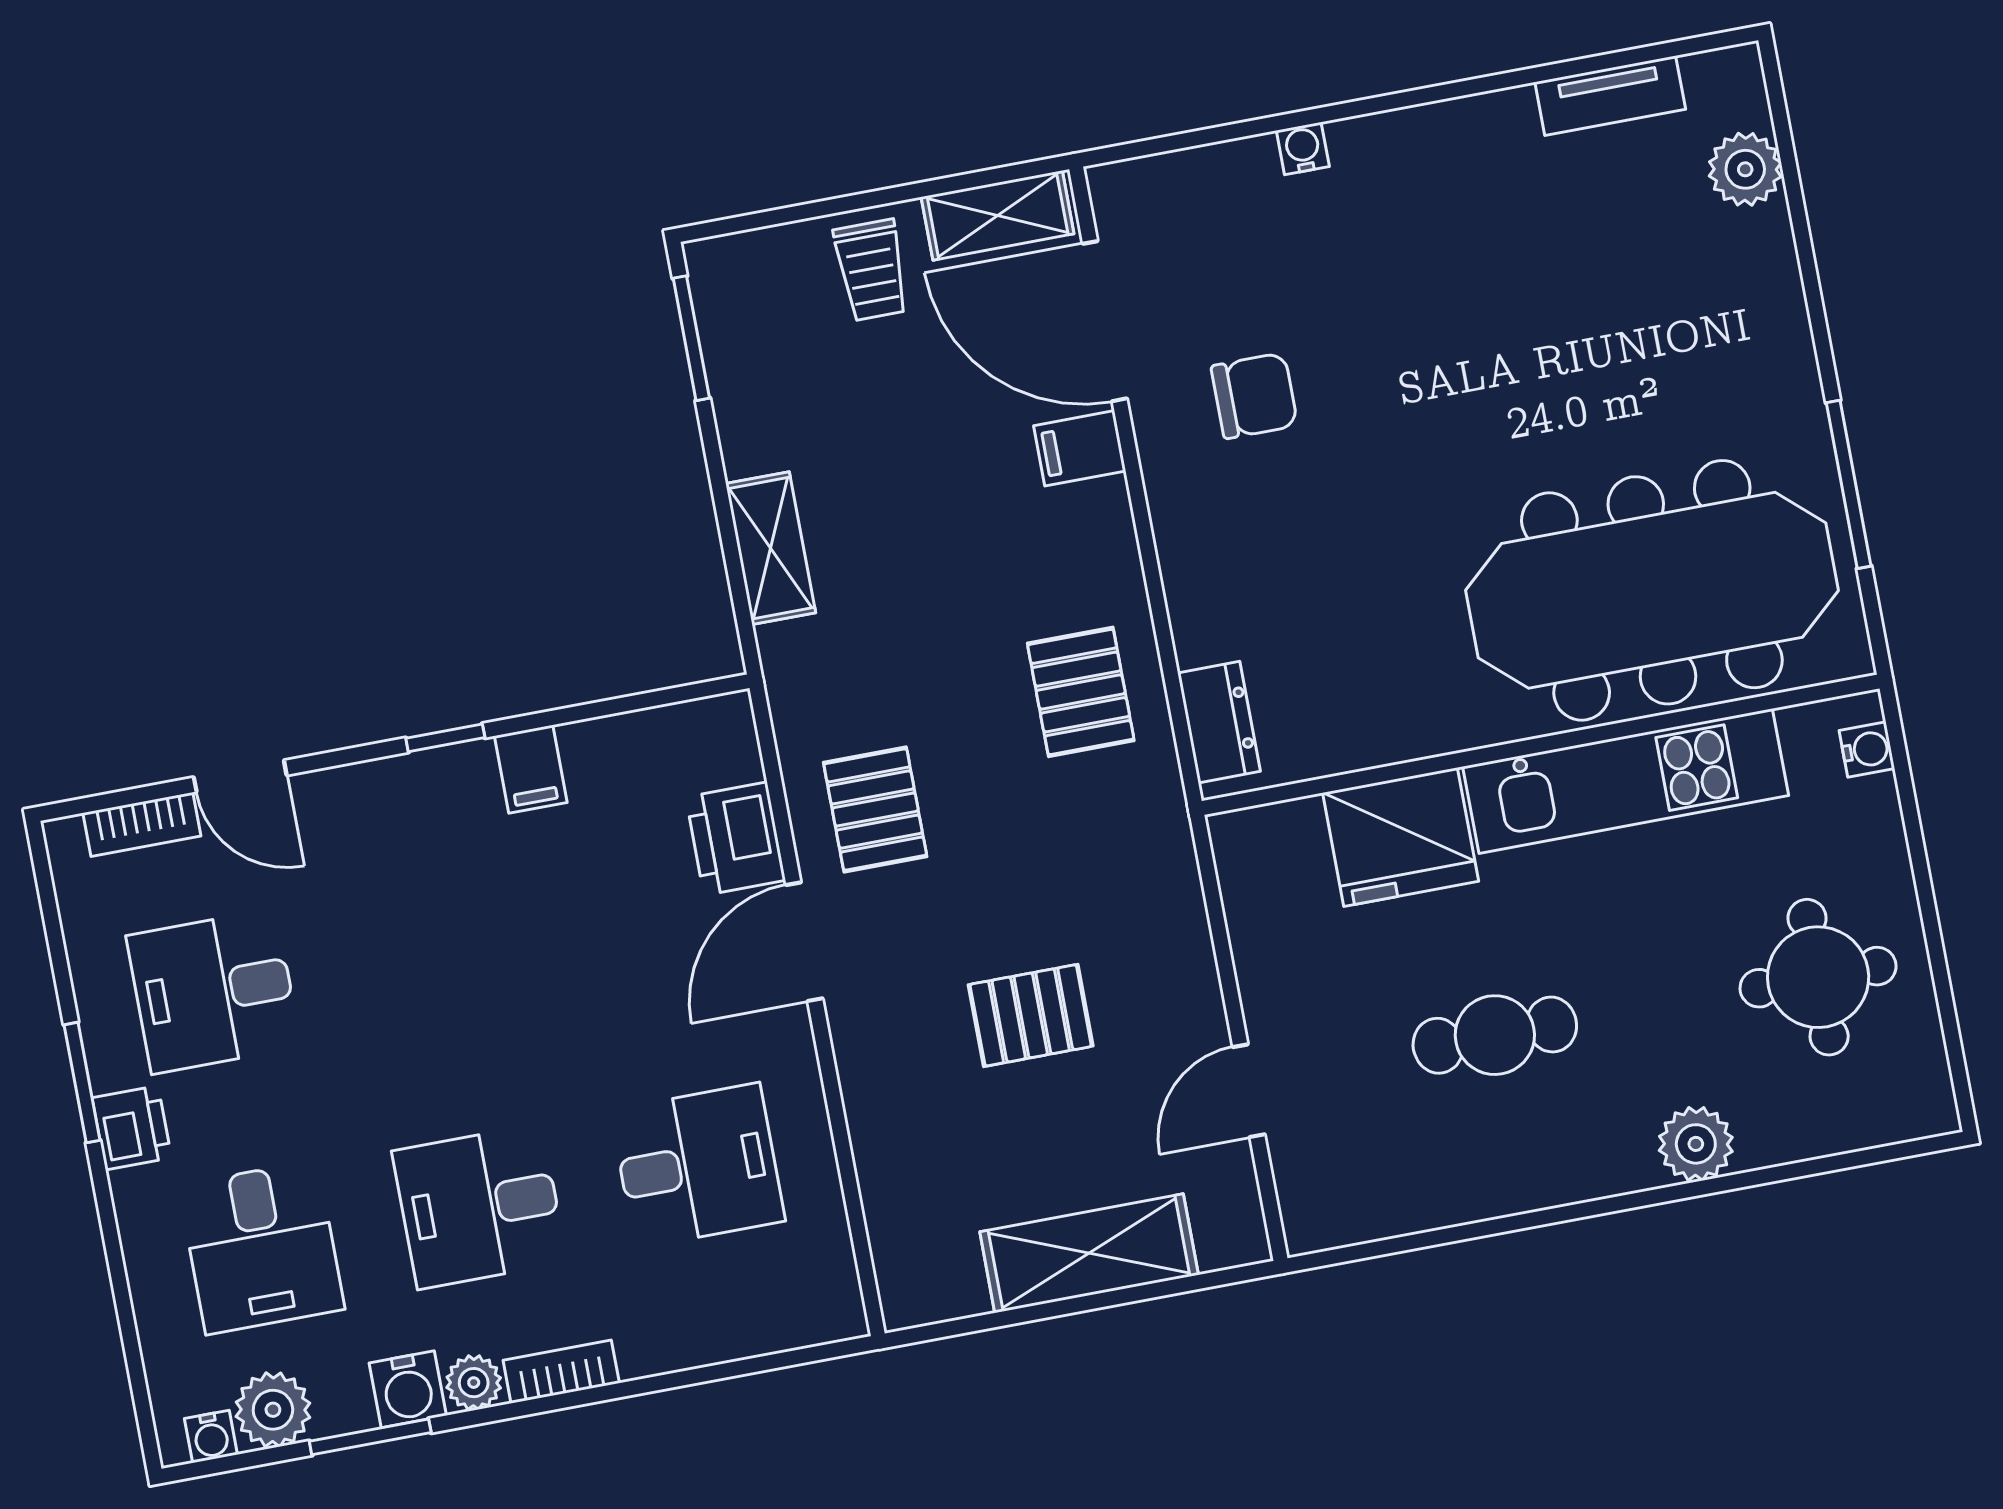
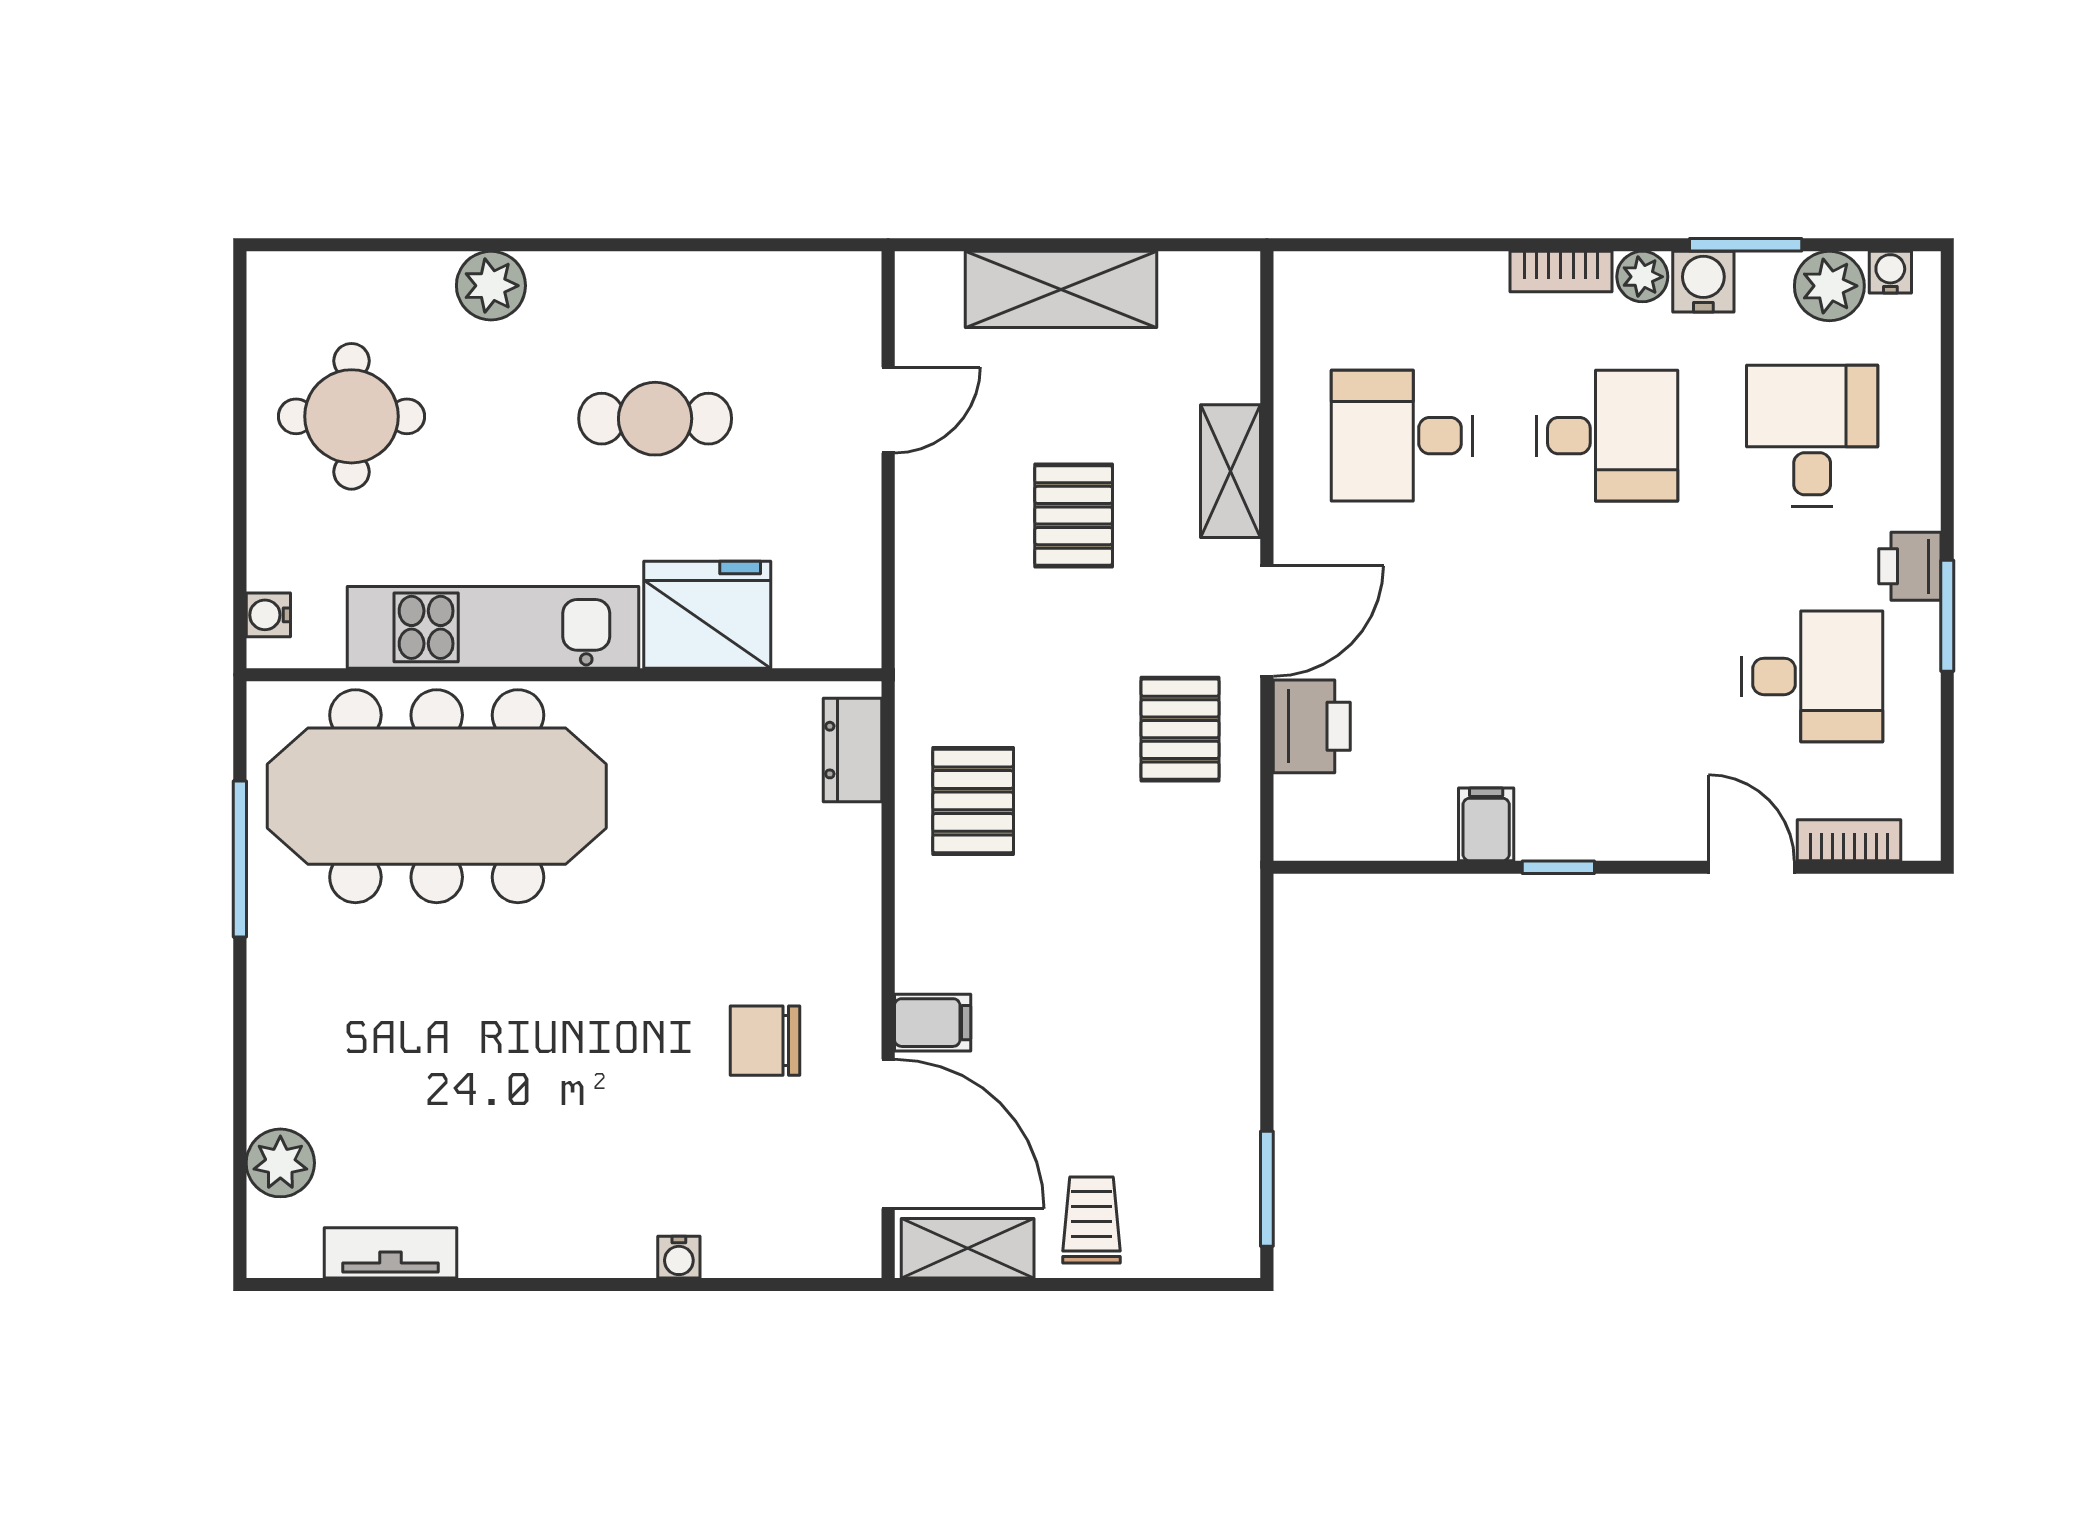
shelving: (771, 548) -> (1231, 471), moved
pallet: (1031, 1015) -> (1074, 516), turned 90

